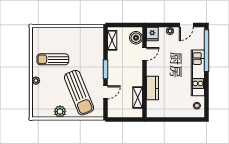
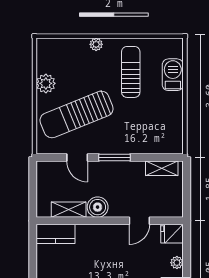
barbecue: (55, 33) -> (173, 75), added
boiler: (136, 38) -> (98, 207), moved
door: (144, 54) -> (139, 221), hinge flipped
kitchen counter: (152, 88) -> (56, 234), moved

